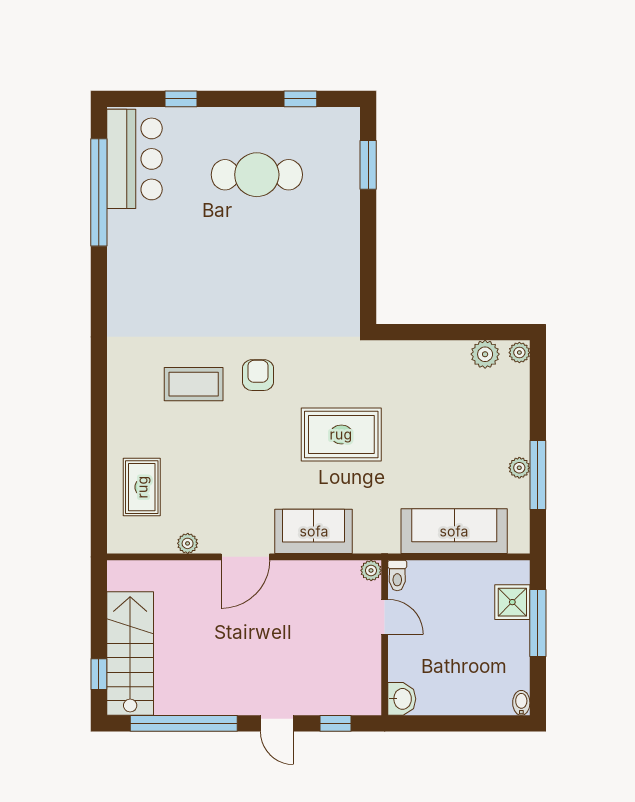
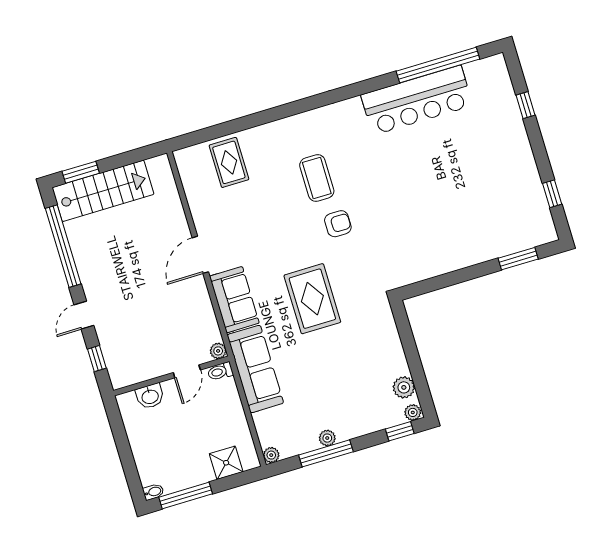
bar counter: (134, 159) -> (417, 100), moved, width x1.36
cafe table: (257, 175) -> (486, 178), removed
window: (538, 376) -> (400, 431), added
rug: (142, 487) -> (229, 162), turned 90
sofa: (454, 531) -> (255, 369), moved
plant: (188, 543) -> (271, 455), moved
door: (245, 557) -> (200, 255), hinge flipped
window: (538, 623) -> (186, 496), moved
window: (99, 674) -> (81, 172), width x1.50
washbasin: (402, 699) -> (150, 396), moved

